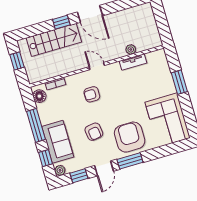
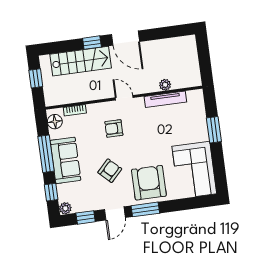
tv unit: (133, 62) -> (165, 99), width x1.41
armchair: (94, 132) -> (110, 171), turned -128
sofa: (58, 142) -> (65, 160), moved

